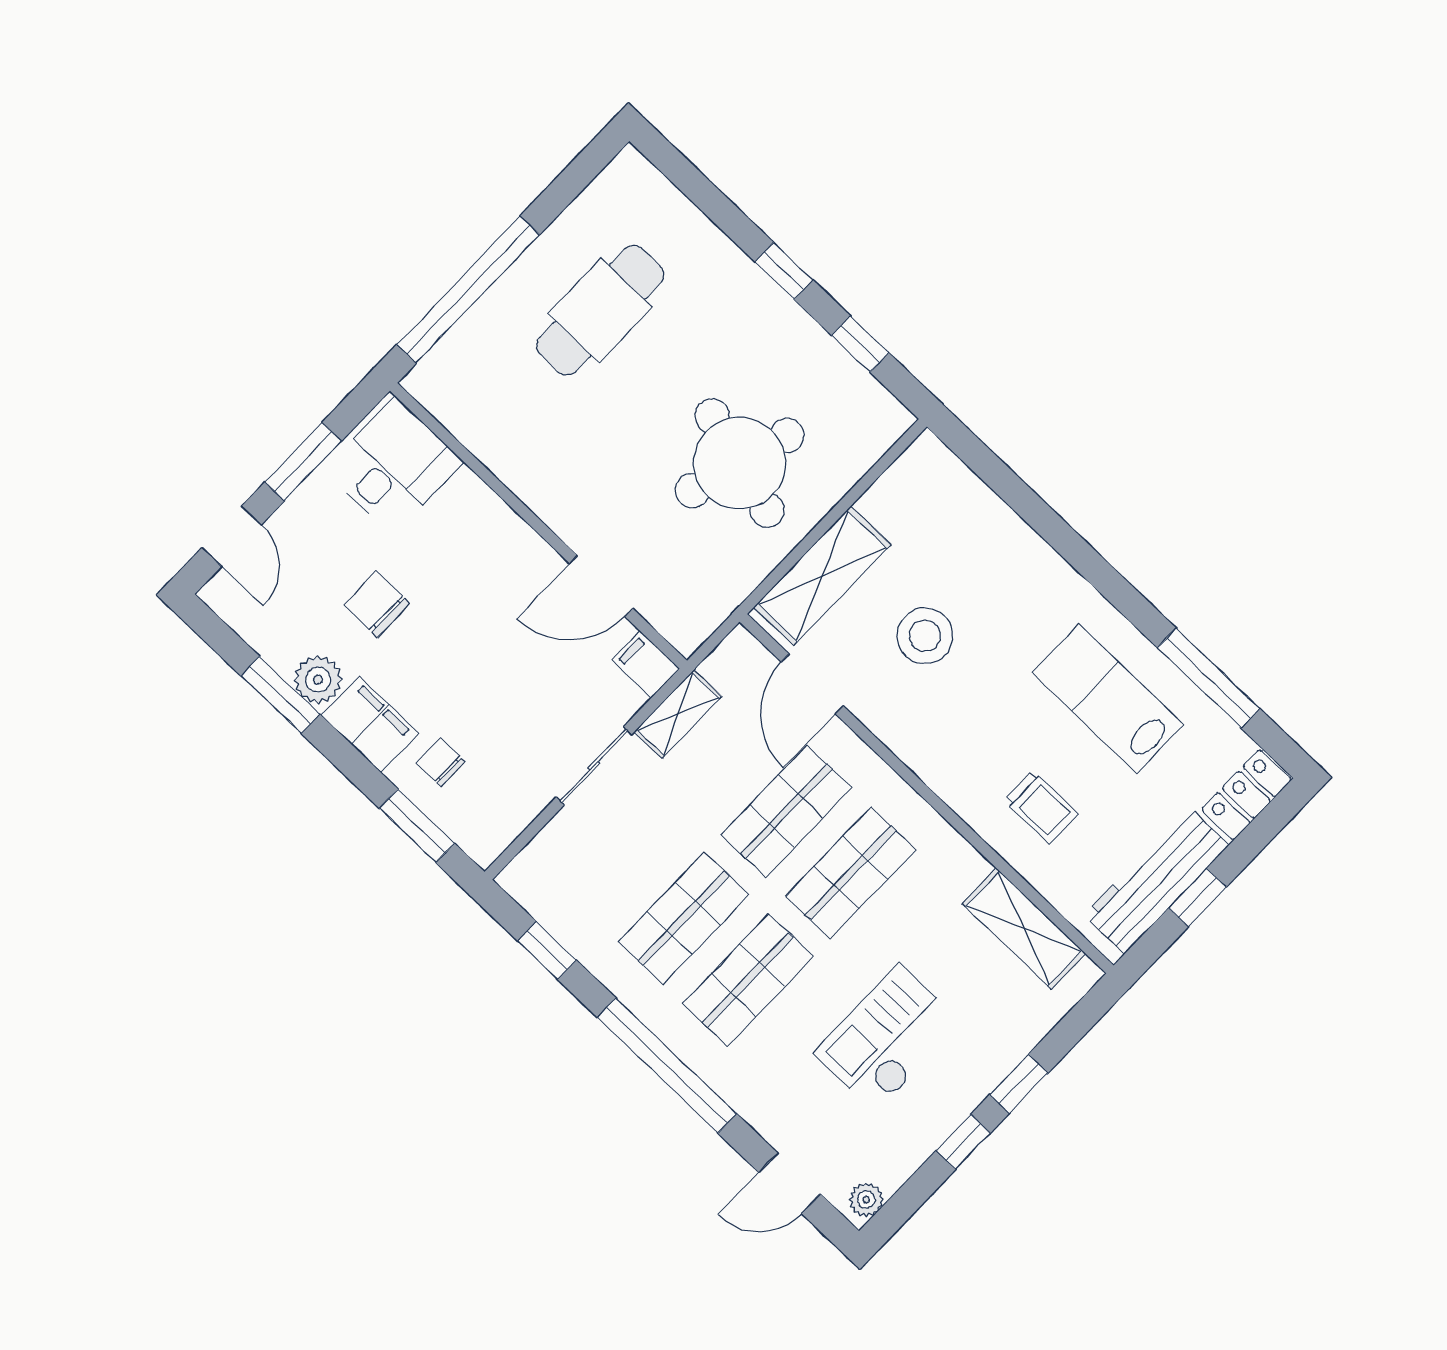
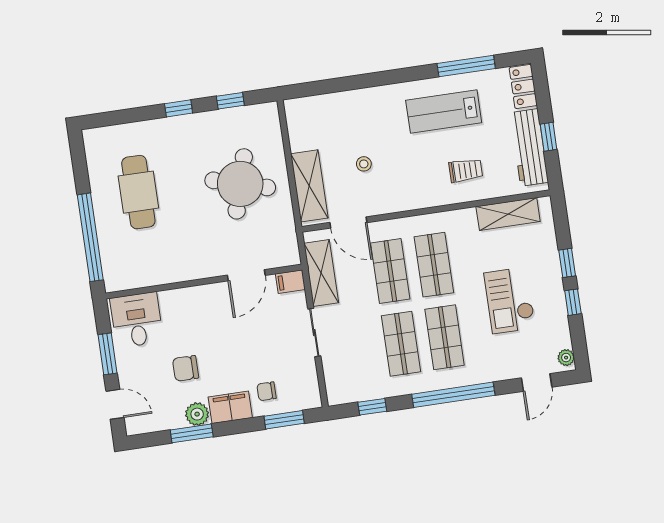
stool: (925, 636) -> (364, 164), width x0.53, depth x0.53
shelving: (678, 714) -> (321, 273), width x1.50, depth x1.33

